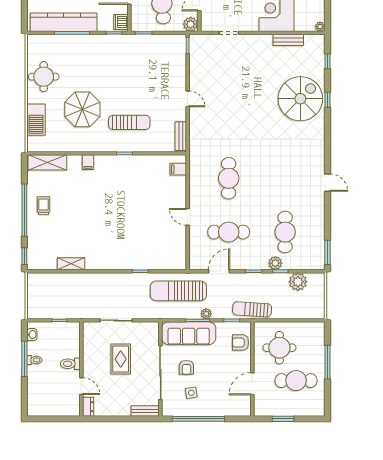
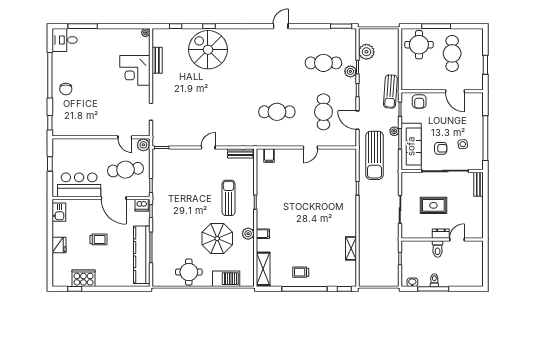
plant: (88, 145) -> (248, 234), added
round table: (279, 348) -> (419, 45), moved
dresser: (88, 407) -> (441, 234), moved

